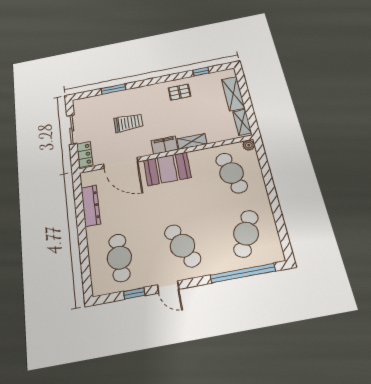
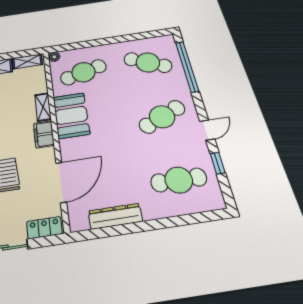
booth: (167, 169) -> (71, 115), moved

